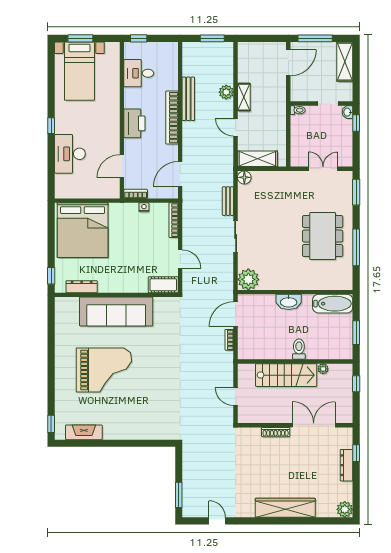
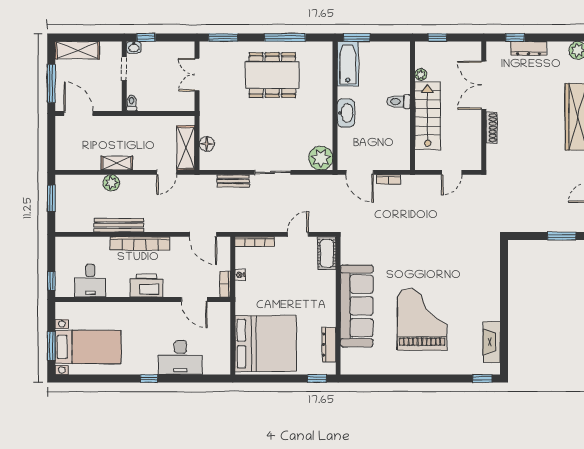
door: (236, 127) -> (167, 172), moved
floor lamp: (244, 177) -> (207, 144), moved
window: (356, 333) -> (357, 38), moved

